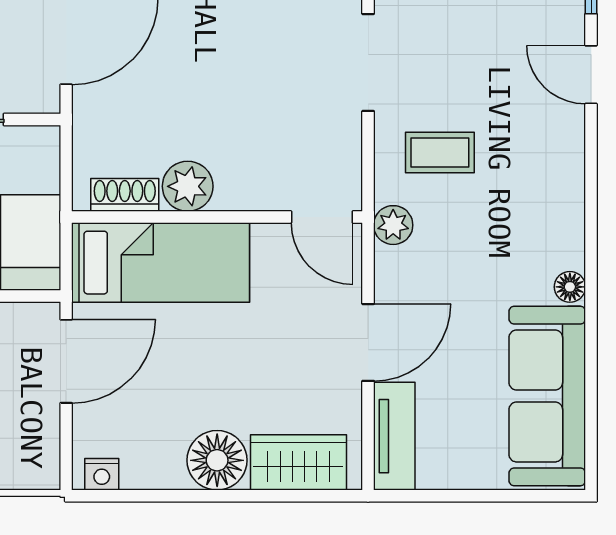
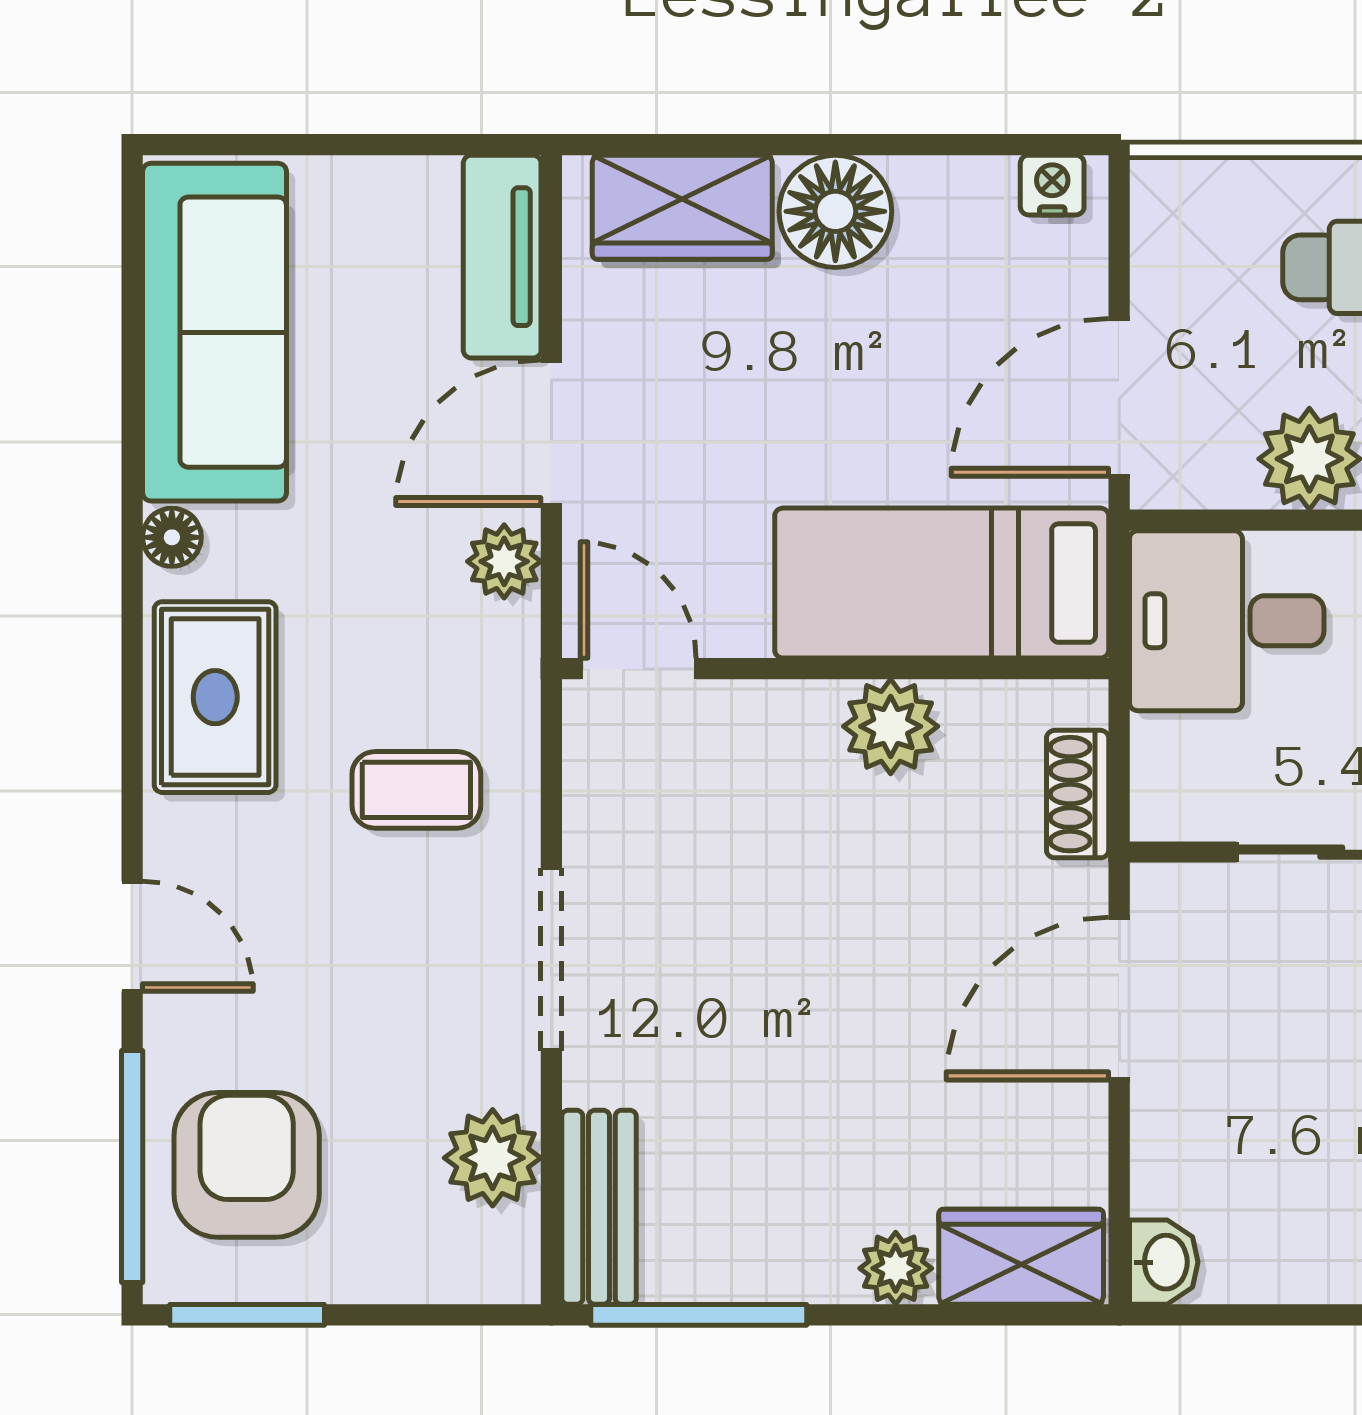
shoe rack: (125, 195) -> (1078, 794), moved, turned 90
rug: (547, 202) -> (215, 697), added
plant: (393, 225) -> (504, 561), moved

